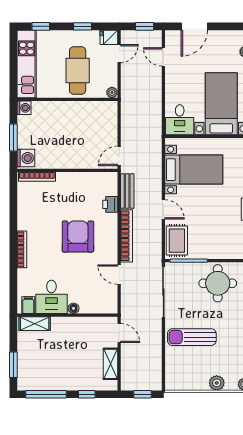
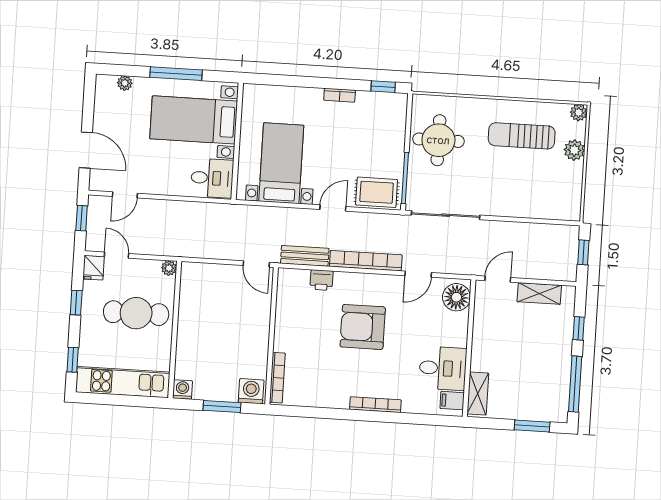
floor lamp: (74, 308) -> (456, 297), moved, width x1.89, depth x1.89
sun lounger: (192, 337) -> (522, 136), moved, turned 90

